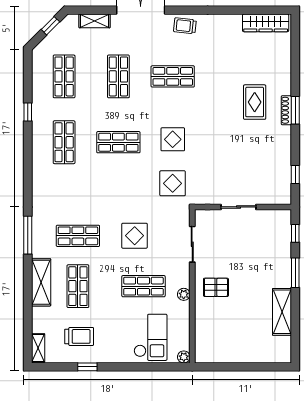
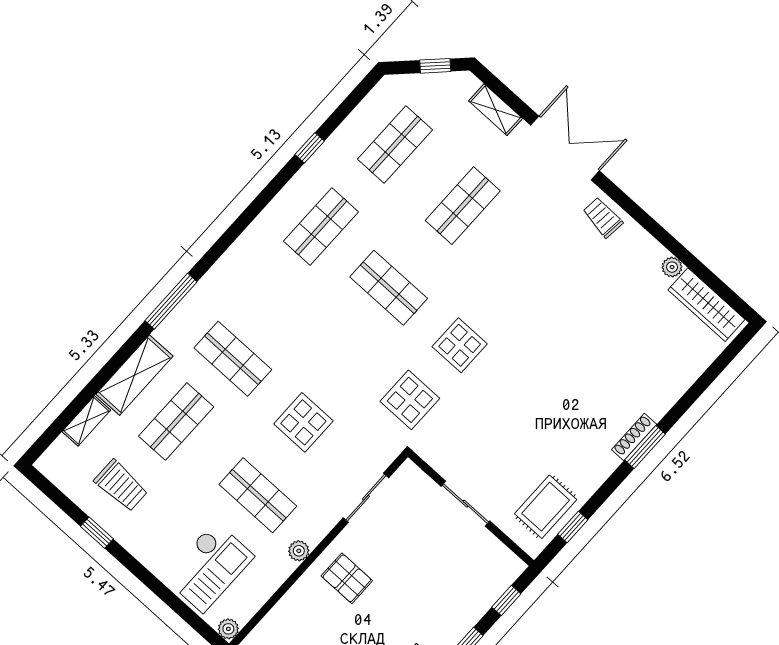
plant: (235, 20) -> (672, 267), added
shop shelf: (173, 76) -> (530, 267), removed
rug: (255, 102) -> (546, 507), moved
shelving: (38, 348) -> (86, 421), moved

